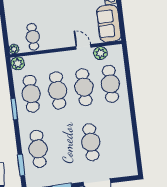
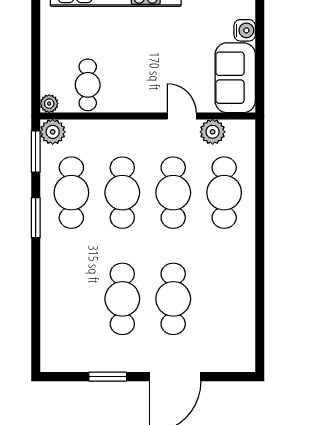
cafe table: (38, 149) -> (122, 299), moved
window: (21, 165) -> (36, 152), moved

